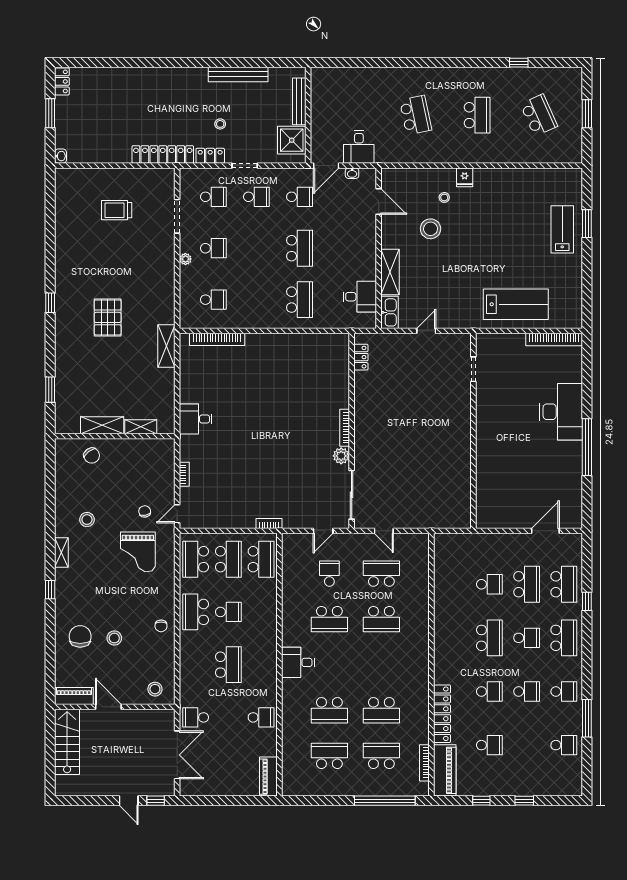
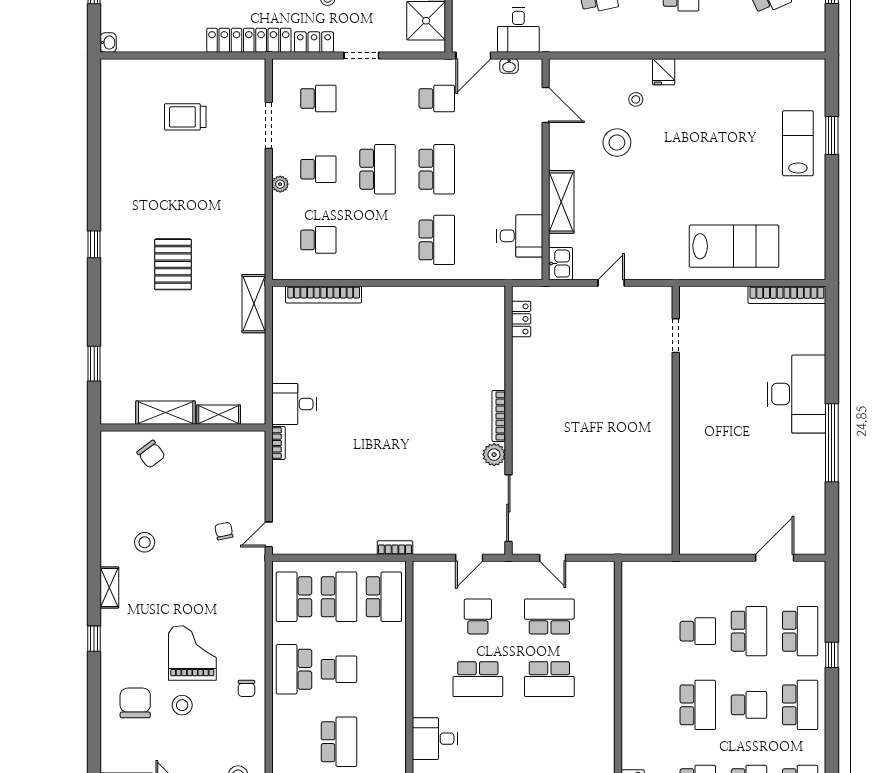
school desk: (256, 197) -> (378, 169), moved, width x1.85
kitchen sink: (390, 312) -> (561, 264), width x0.73
bookcase: (184, 474) -> (278, 443), moved
grand piano: (138, 552) -> (192, 653), moved, turned 180

